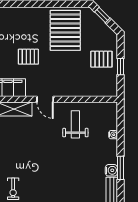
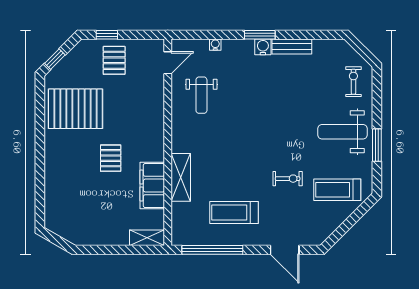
window: (120, 67) -> (107, 35), moved
door: (45, 99) -> (168, 63), moved
weight bench: (75, 124) -> (201, 95), turned -90

